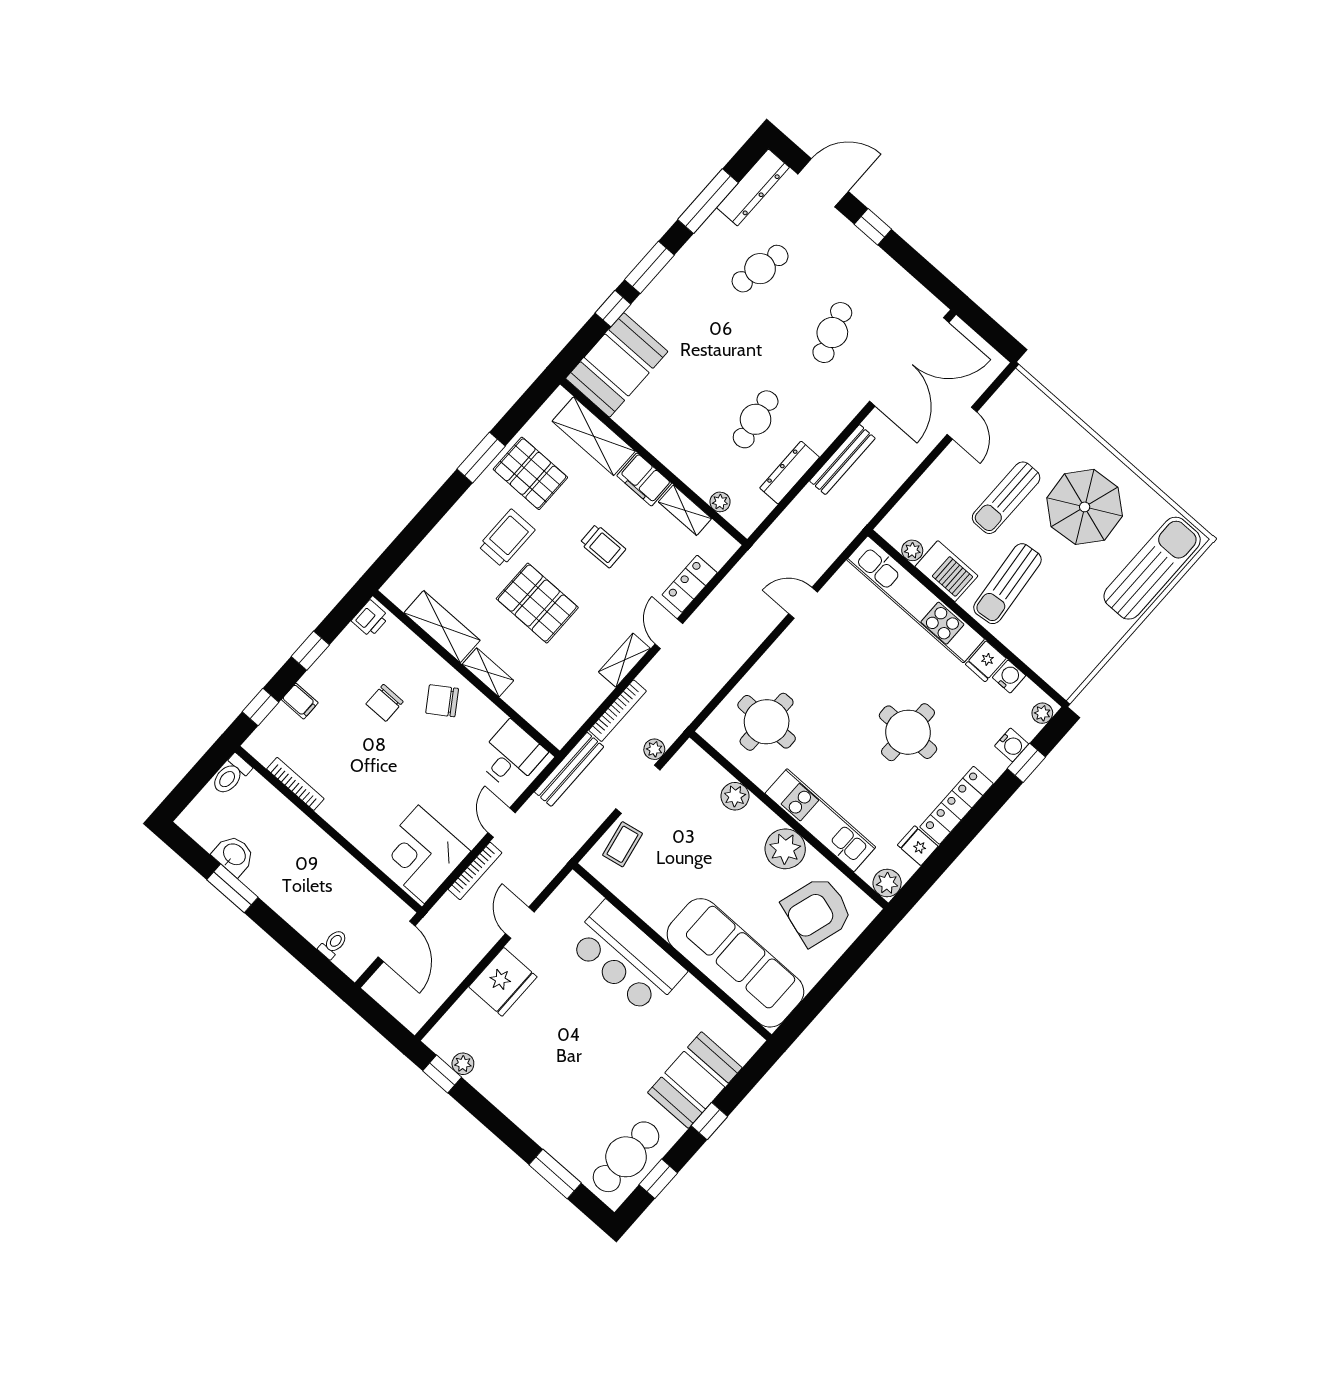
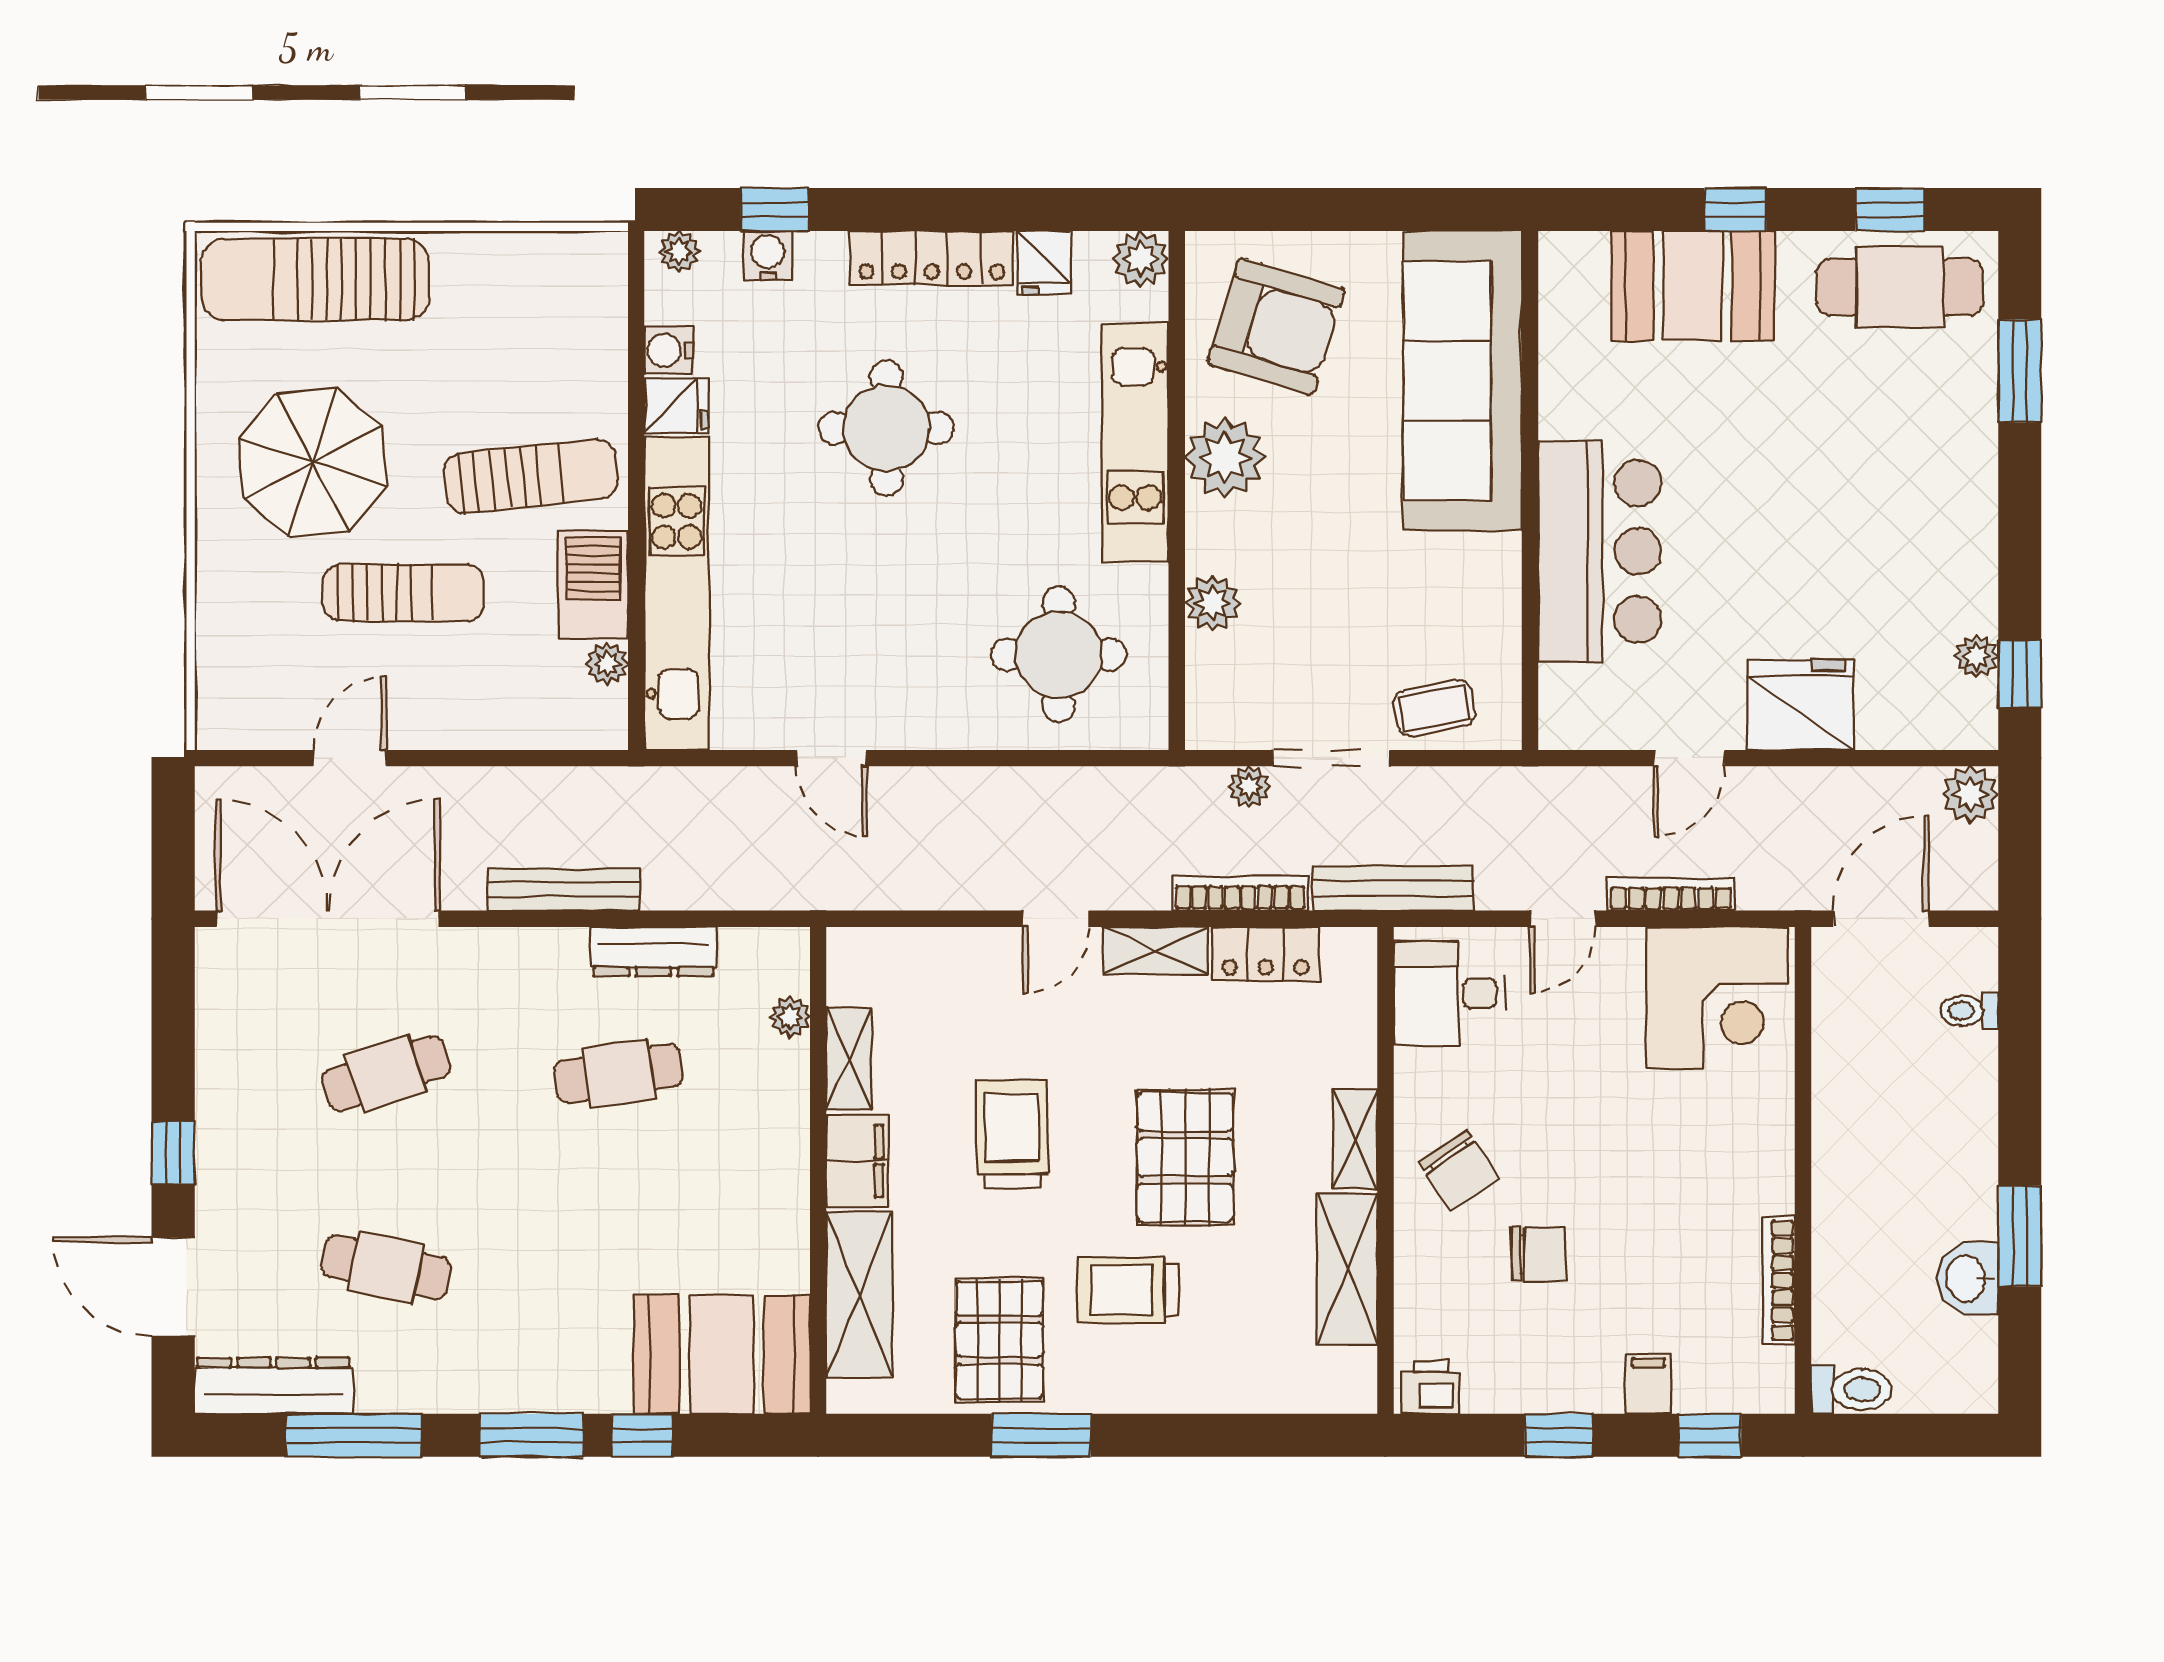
trolley: (603, 546) -> (1012, 1135), width x1.36, depth x1.39
locker: (690, 584) -> (1266, 954), moved
plant: (414, 1016) -> (1970, 794), added

